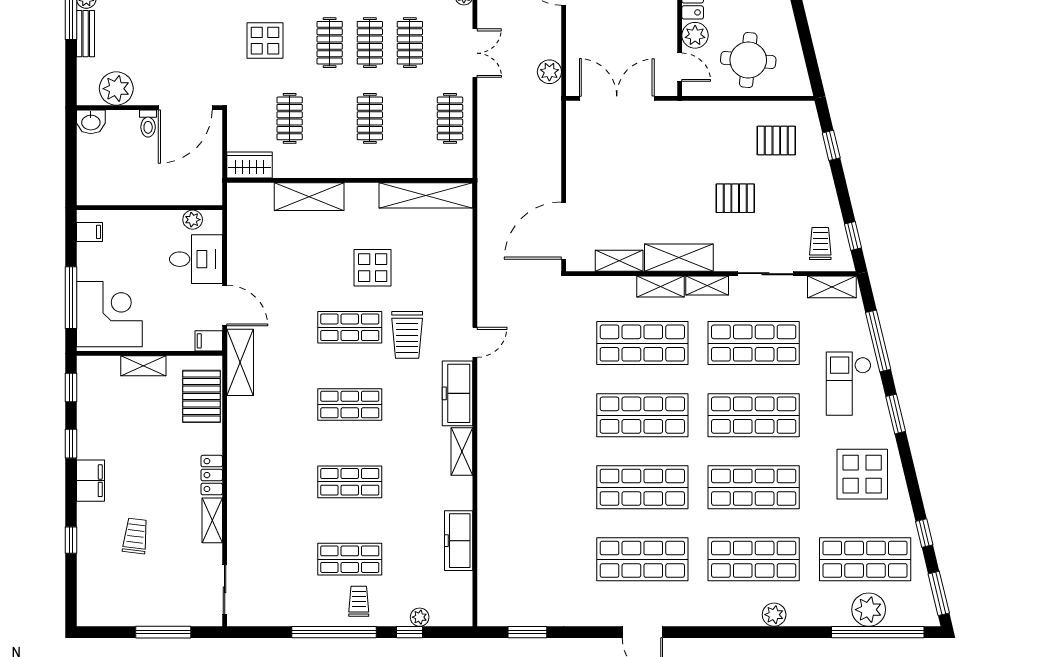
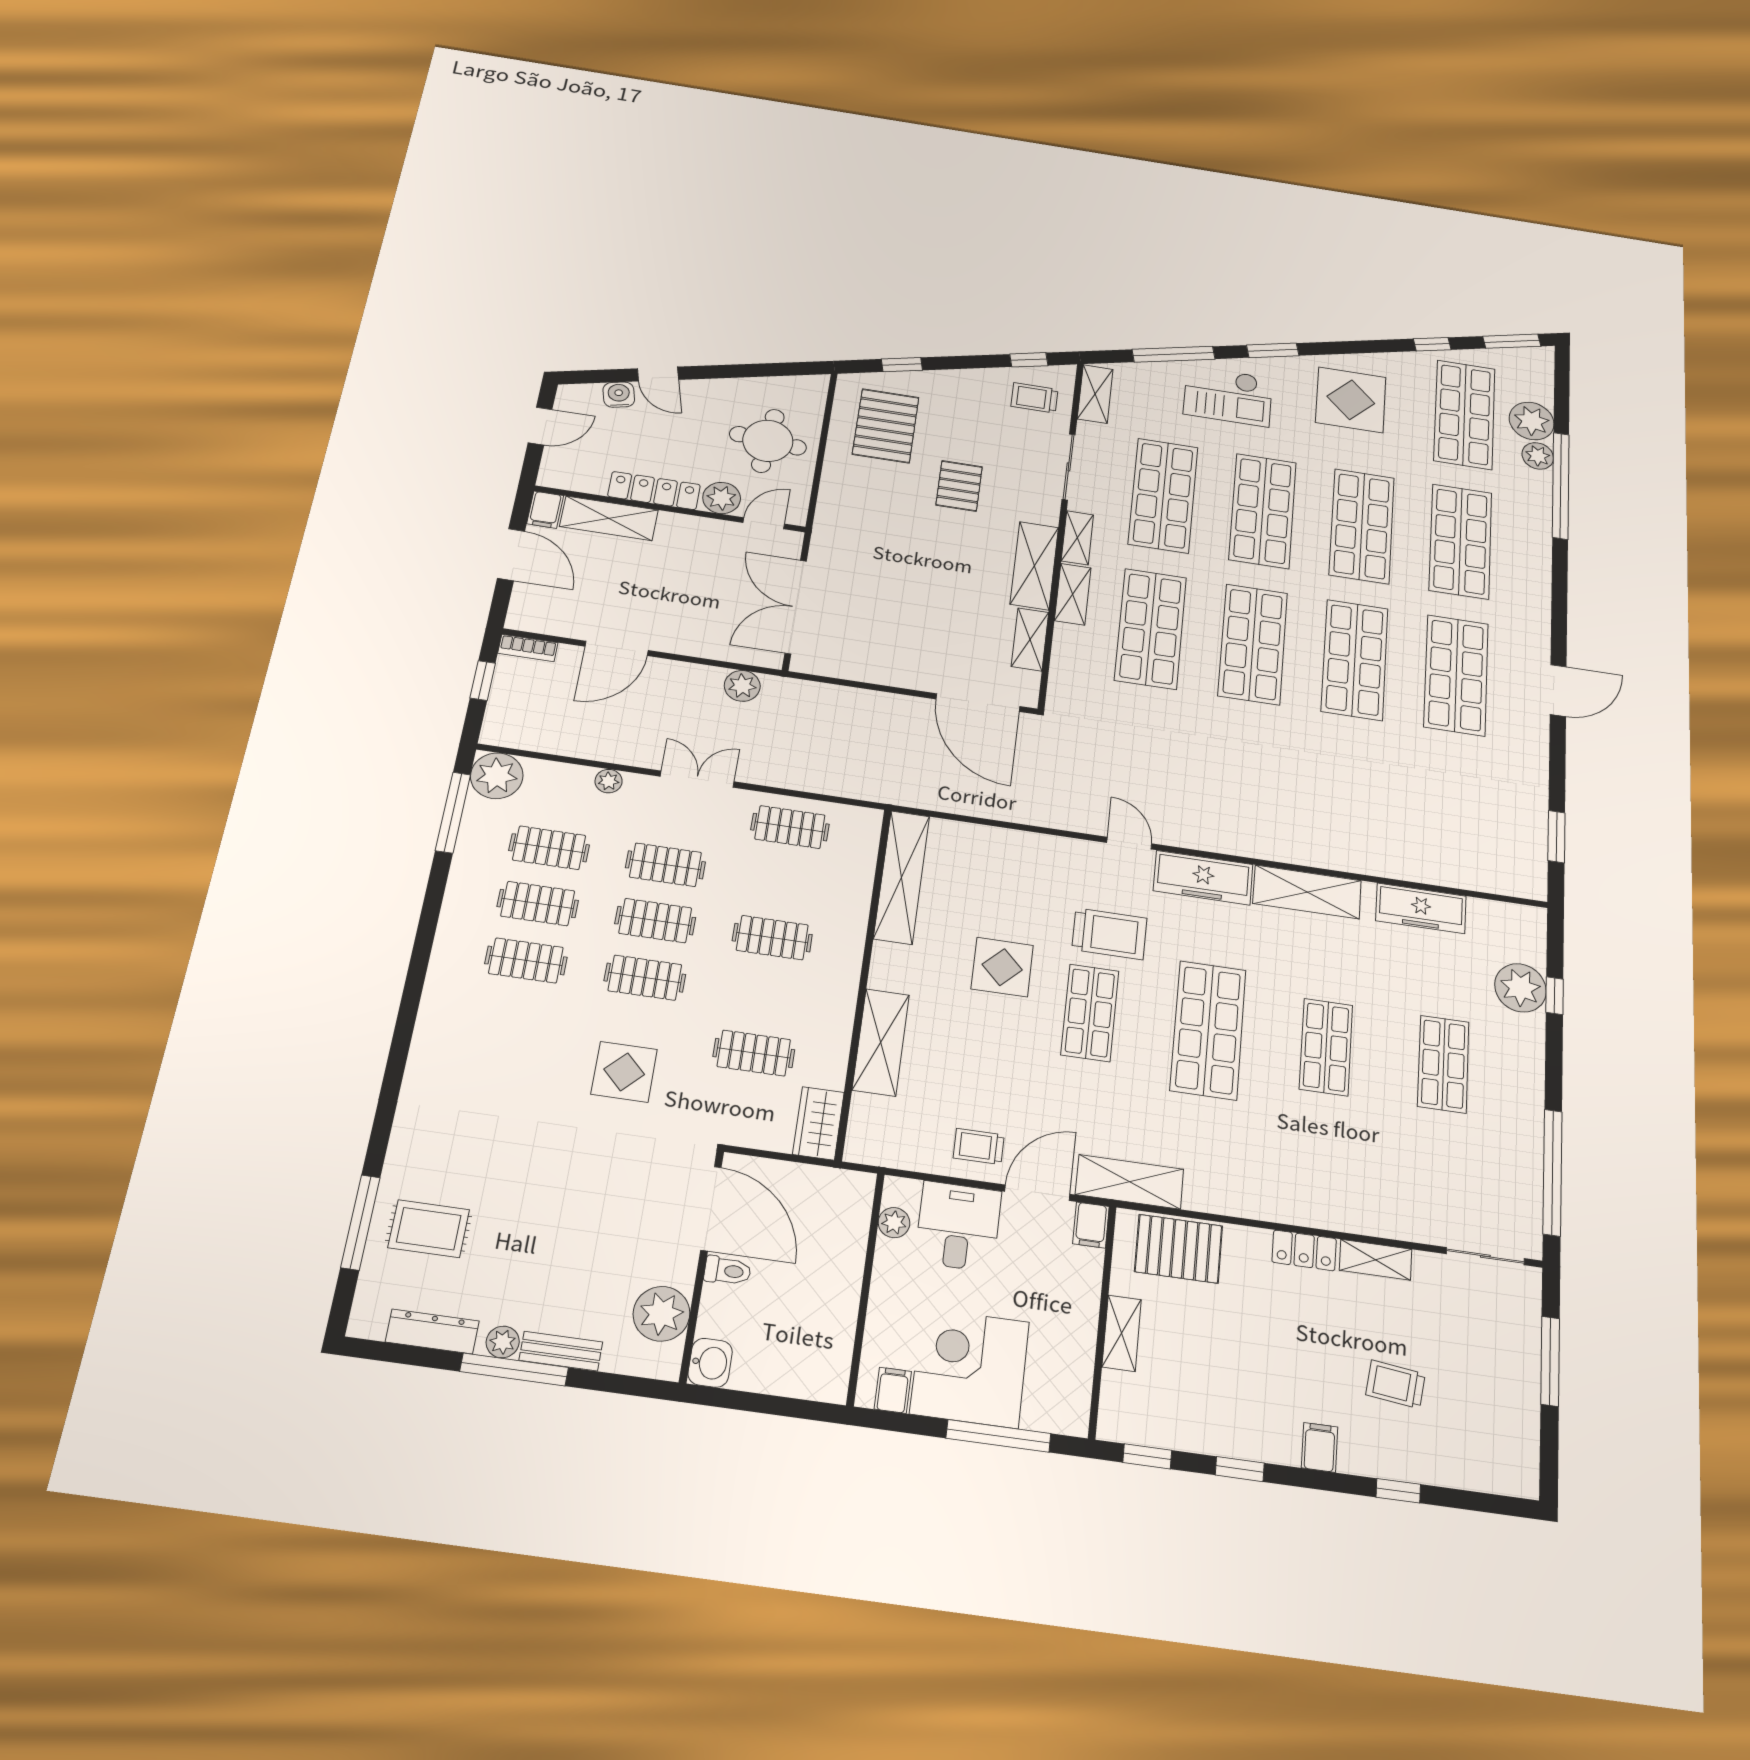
pallet: (776, 141) -> (886, 426), width x1.50, depth x1.42
corner desk: (109, 314) -> (970, 1368), moved
shop shelf: (350, 405) -> (1208, 1030), width x1.43, depth x1.36
shelving: (462, 452) -> (1307, 892), width x1.50, depth x1.33
filing cabinet: (91, 481) -> (1319, 1447), width x0.50
trolley: (359, 601) -> (979, 1146), moved
plant: (774, 615) -> (1538, 456), moved
plant: (420, 617) -> (1520, 988), width x1.87, depth x1.87
window: (334, 632) -> (1552, 1172), moved
window: (878, 632) -> (1561, 486), moved

